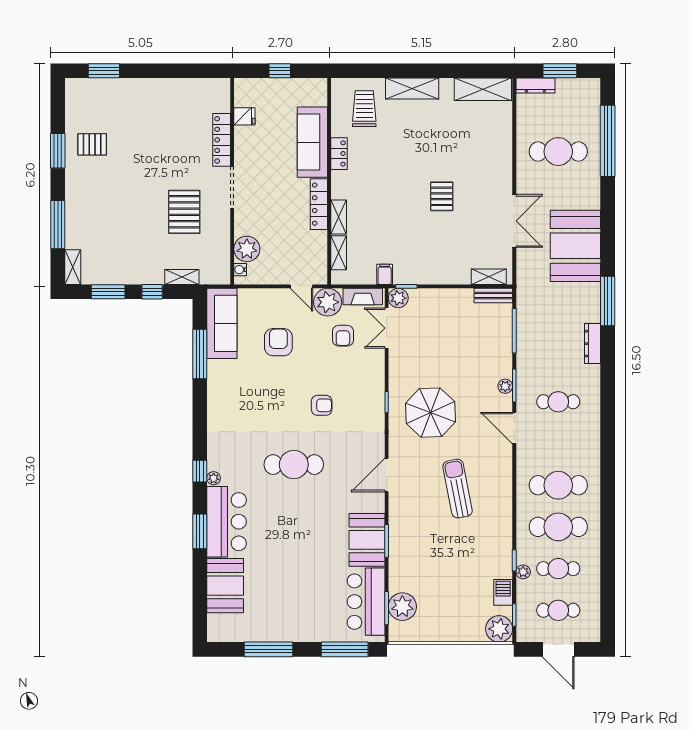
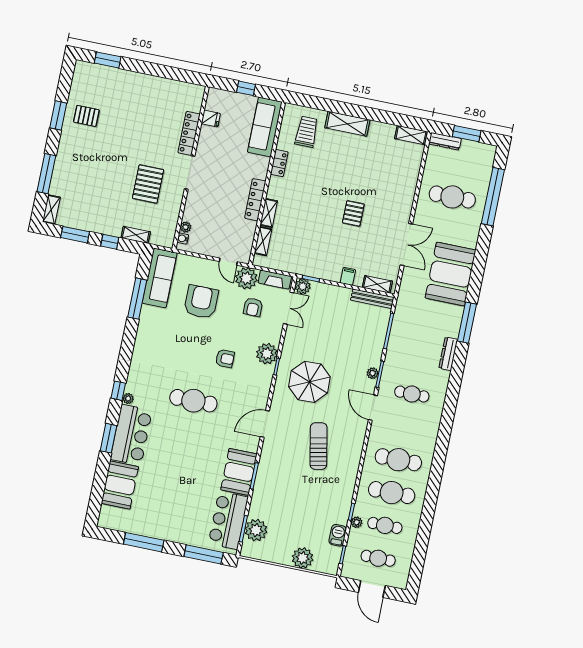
shelving: (483, 89) -> (411, 135), width x0.67, depth x0.75
sofa: (312, 142) -> (265, 127), moved
plant: (247, 249) -> (186, 227), width x0.53, depth x0.53
filing cabinet: (385, 274) -> (348, 276), moved
bench: (493, 296) -> (372, 299), width x1.36
double door: (387, 328) -> (289, 308), swing flipped
armchair: (278, 342) -> (201, 302), width x1.36, depth x1.36
plant: (372, 389) -> (267, 354), added
plant: (499, 629) -> (303, 558), moved

